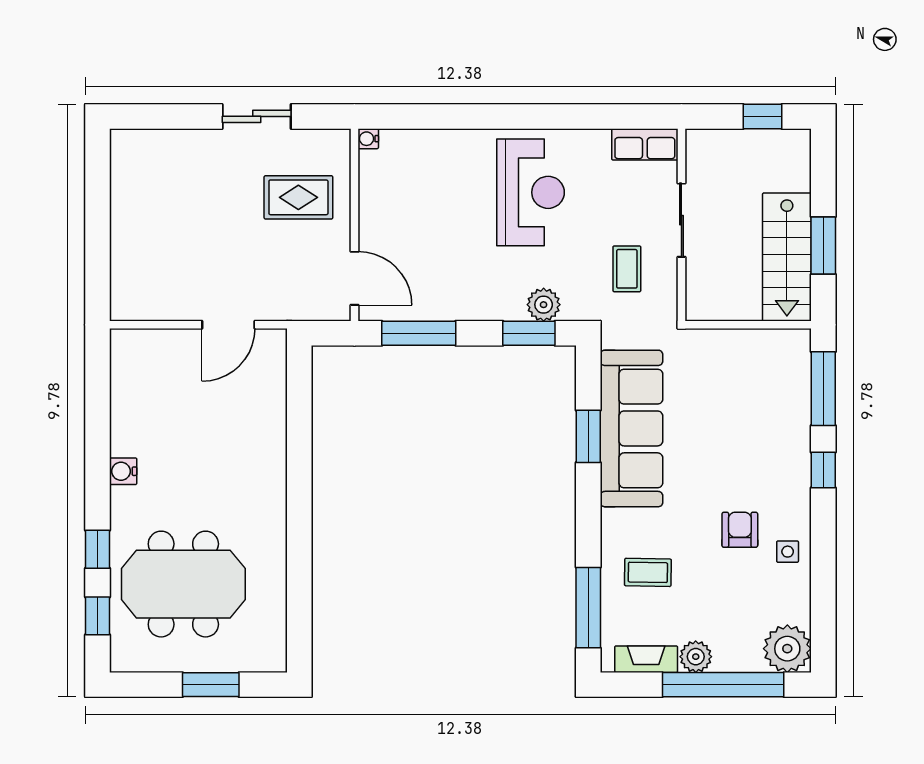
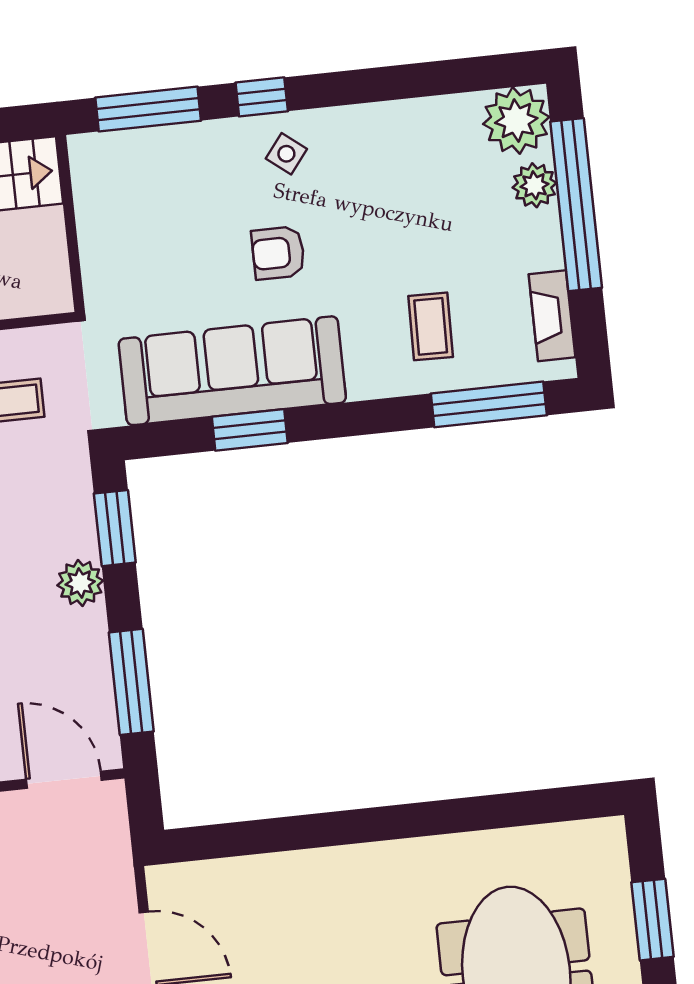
door: (354, 278) -> (64, 780), hinge flipped
plant: (544, 305) -> (80, 583), moved
armchair: (740, 530) -> (278, 253), moved
side table: (788, 552) -> (286, 154), moved, turned 38
plant: (696, 657) -> (534, 185), moved

